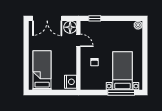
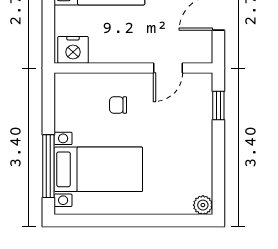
floor lamp: (70, 27) -> (198, 49), removed

